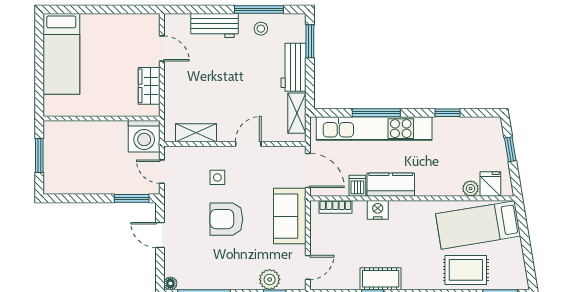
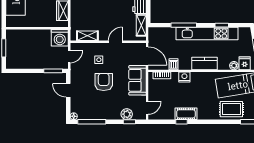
kitchen unit: (374, 129) -> (207, 34), moved
door: (162, 172) -> (69, 57), swing flipped
kitchen counter: (391, 185) -> (205, 63), moved
armchair: (226, 219) -> (104, 82), turned 90

